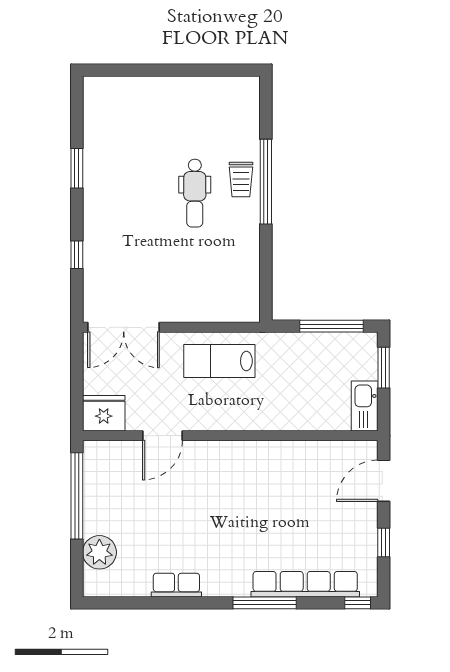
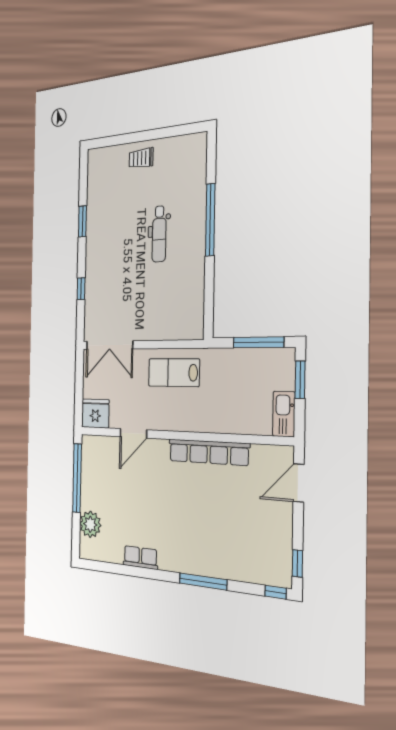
trolley: (241, 179) -> (141, 158), moved, turned 90
window: (384, 542) -> (297, 563), moved
row of seats: (305, 584) -> (209, 452), moved, turned 180

